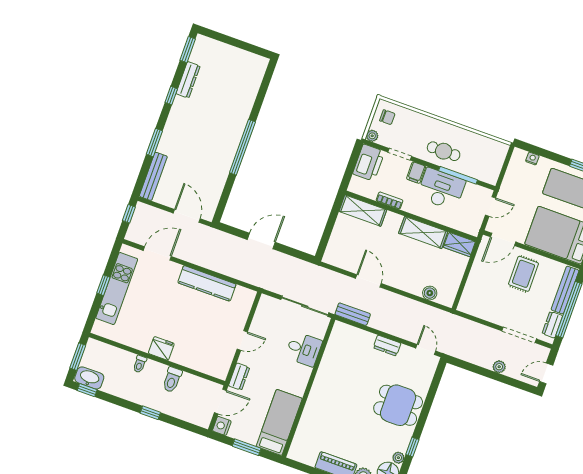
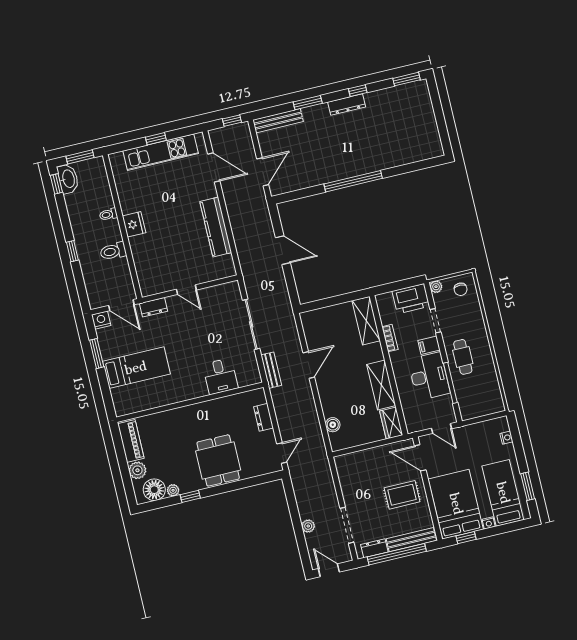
dresser: (188, 80) -> (347, 105), moved
desk: (304, 349) -> (220, 376), moved
wall: (309, 388) -> (190, 402), moved

